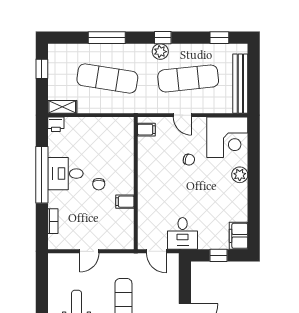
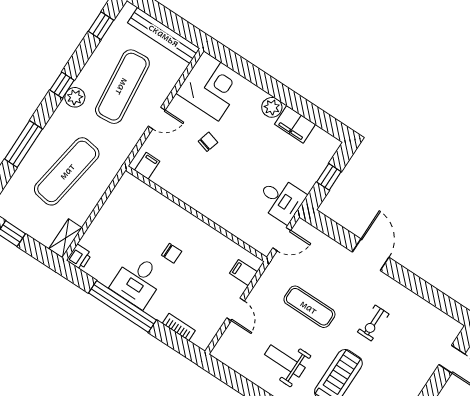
plant: (240, 175) -> (272, 107), moved
filing cabinet: (125, 202) -> (244, 273), moved, turned 90
filing cabinet: (239, 236) -> (295, 124), moved

